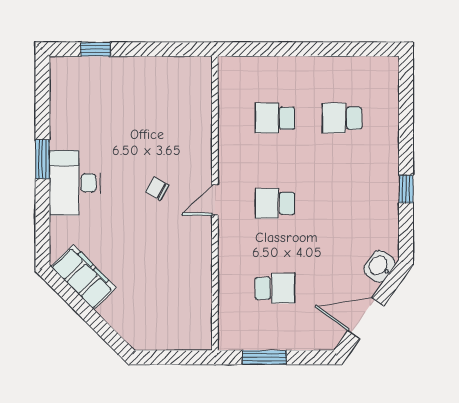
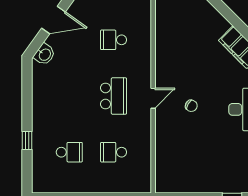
school desk: (275, 118) -> (114, 152), turned 180
window: (406, 189) -> (27, 140), moved
school desk: (275, 203) -> (114, 96), width x1.85

